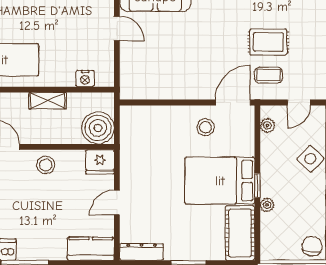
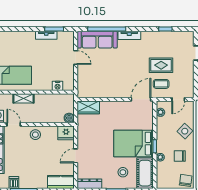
shelving: (48, 101) -> (23, 98), moved
wardrobe: (139, 117) -> (88, 107), added
stool: (206, 127) -> (123, 172), moved
boiler: (98, 128) -> (69, 118), width x0.54, depth x0.54
chair: (301, 203) -> (180, 156), added

